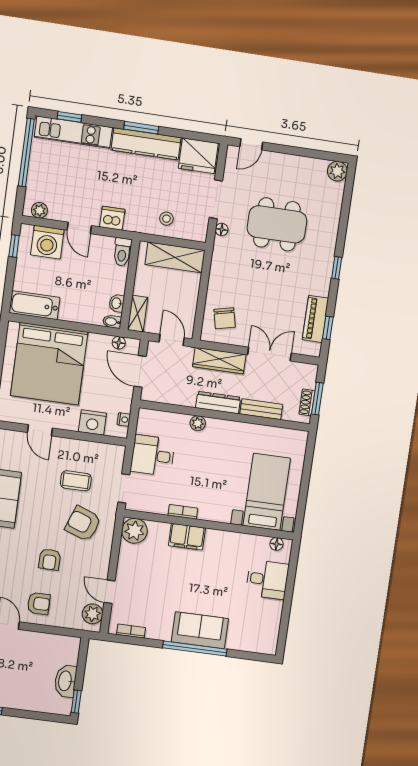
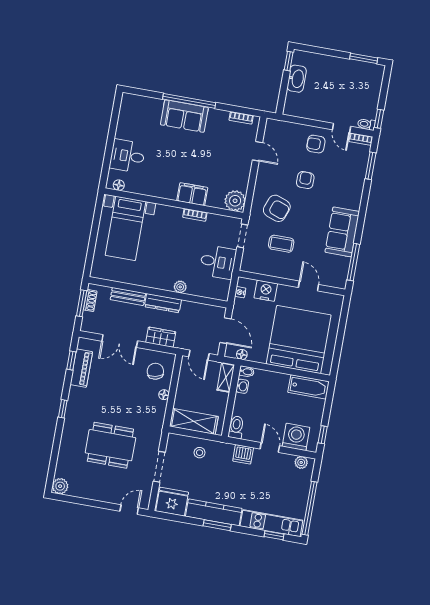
floor lamp: (222, 229) -> (164, 395), moved
wardrobe: (219, 361) -> (161, 337), width x0.67
plant: (93, 614) -> (272, 134), removed

